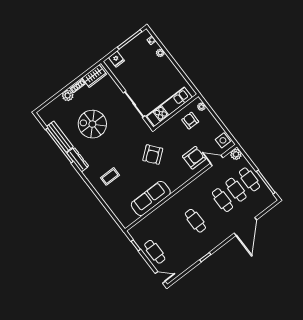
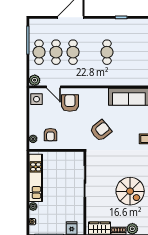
kitchen unit: (169, 107) -> (36, 178), moved, turned -90
armchair: (194, 158) -> (70, 103), turned 90

